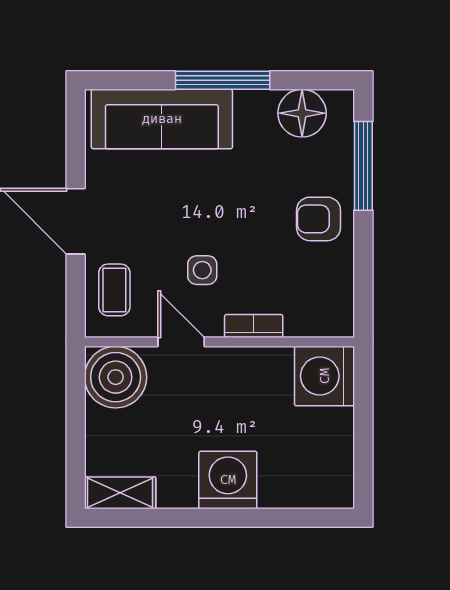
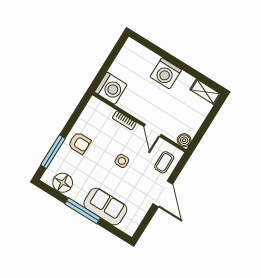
sofa: (162, 119) -> (105, 207), width x0.73
side table: (202, 270) -> (122, 161), moved
boiler: (116, 377) -> (184, 140), width x0.54, depth x0.54

